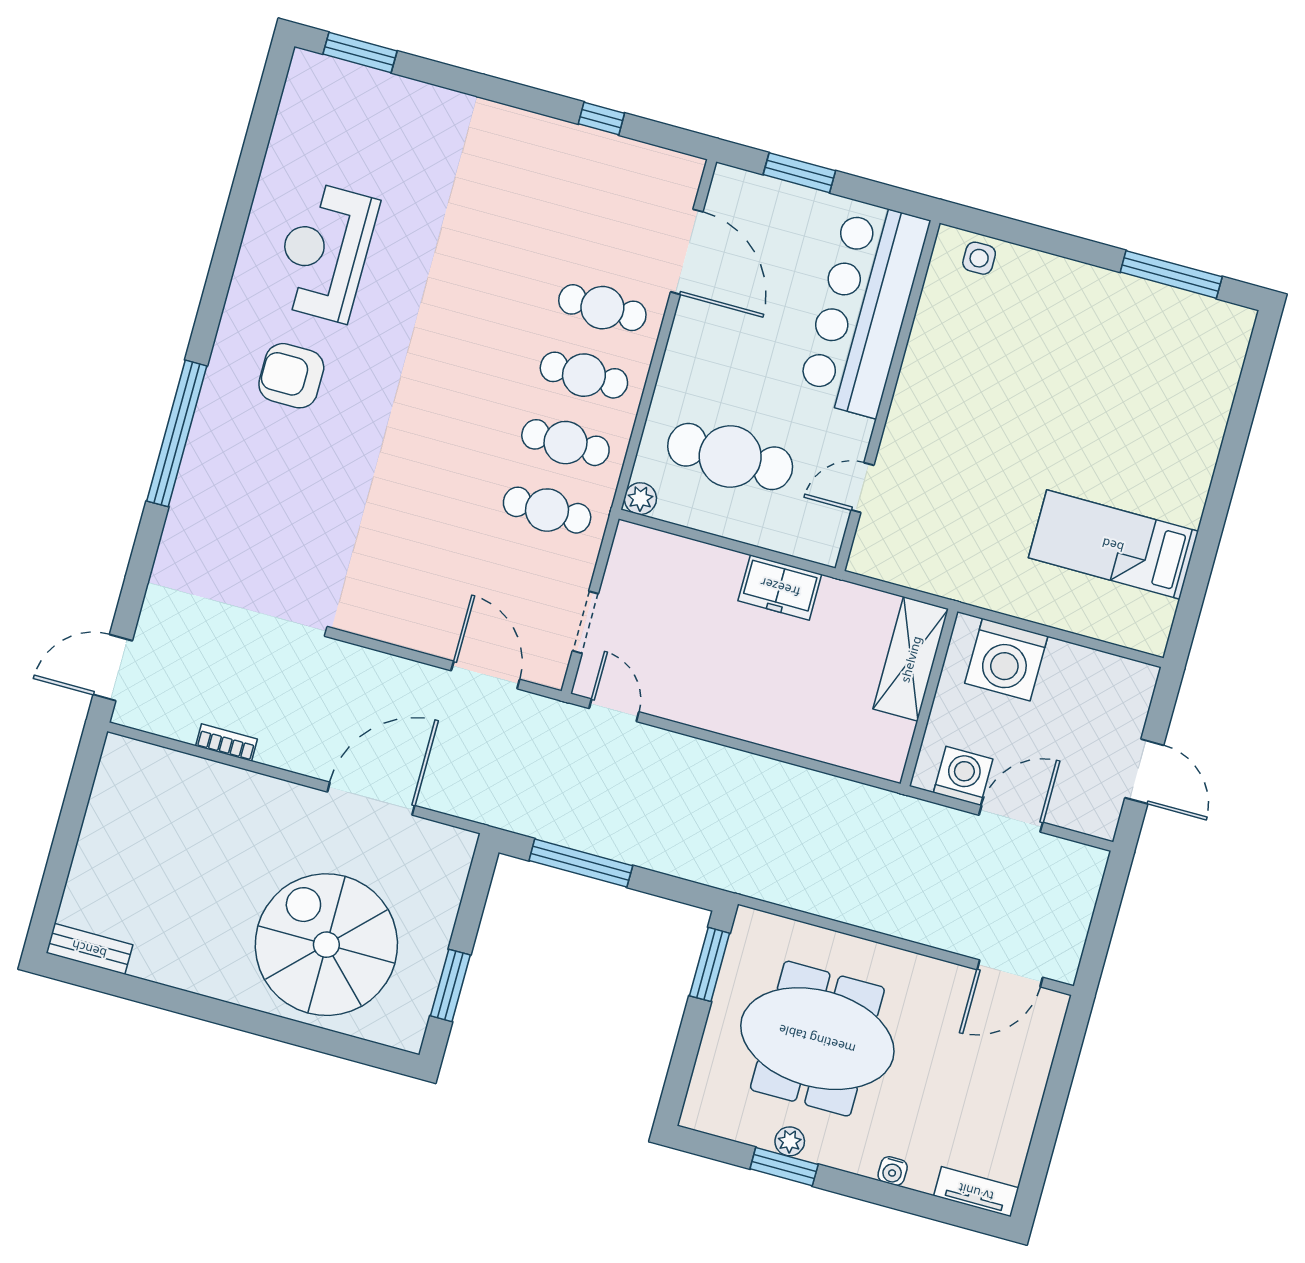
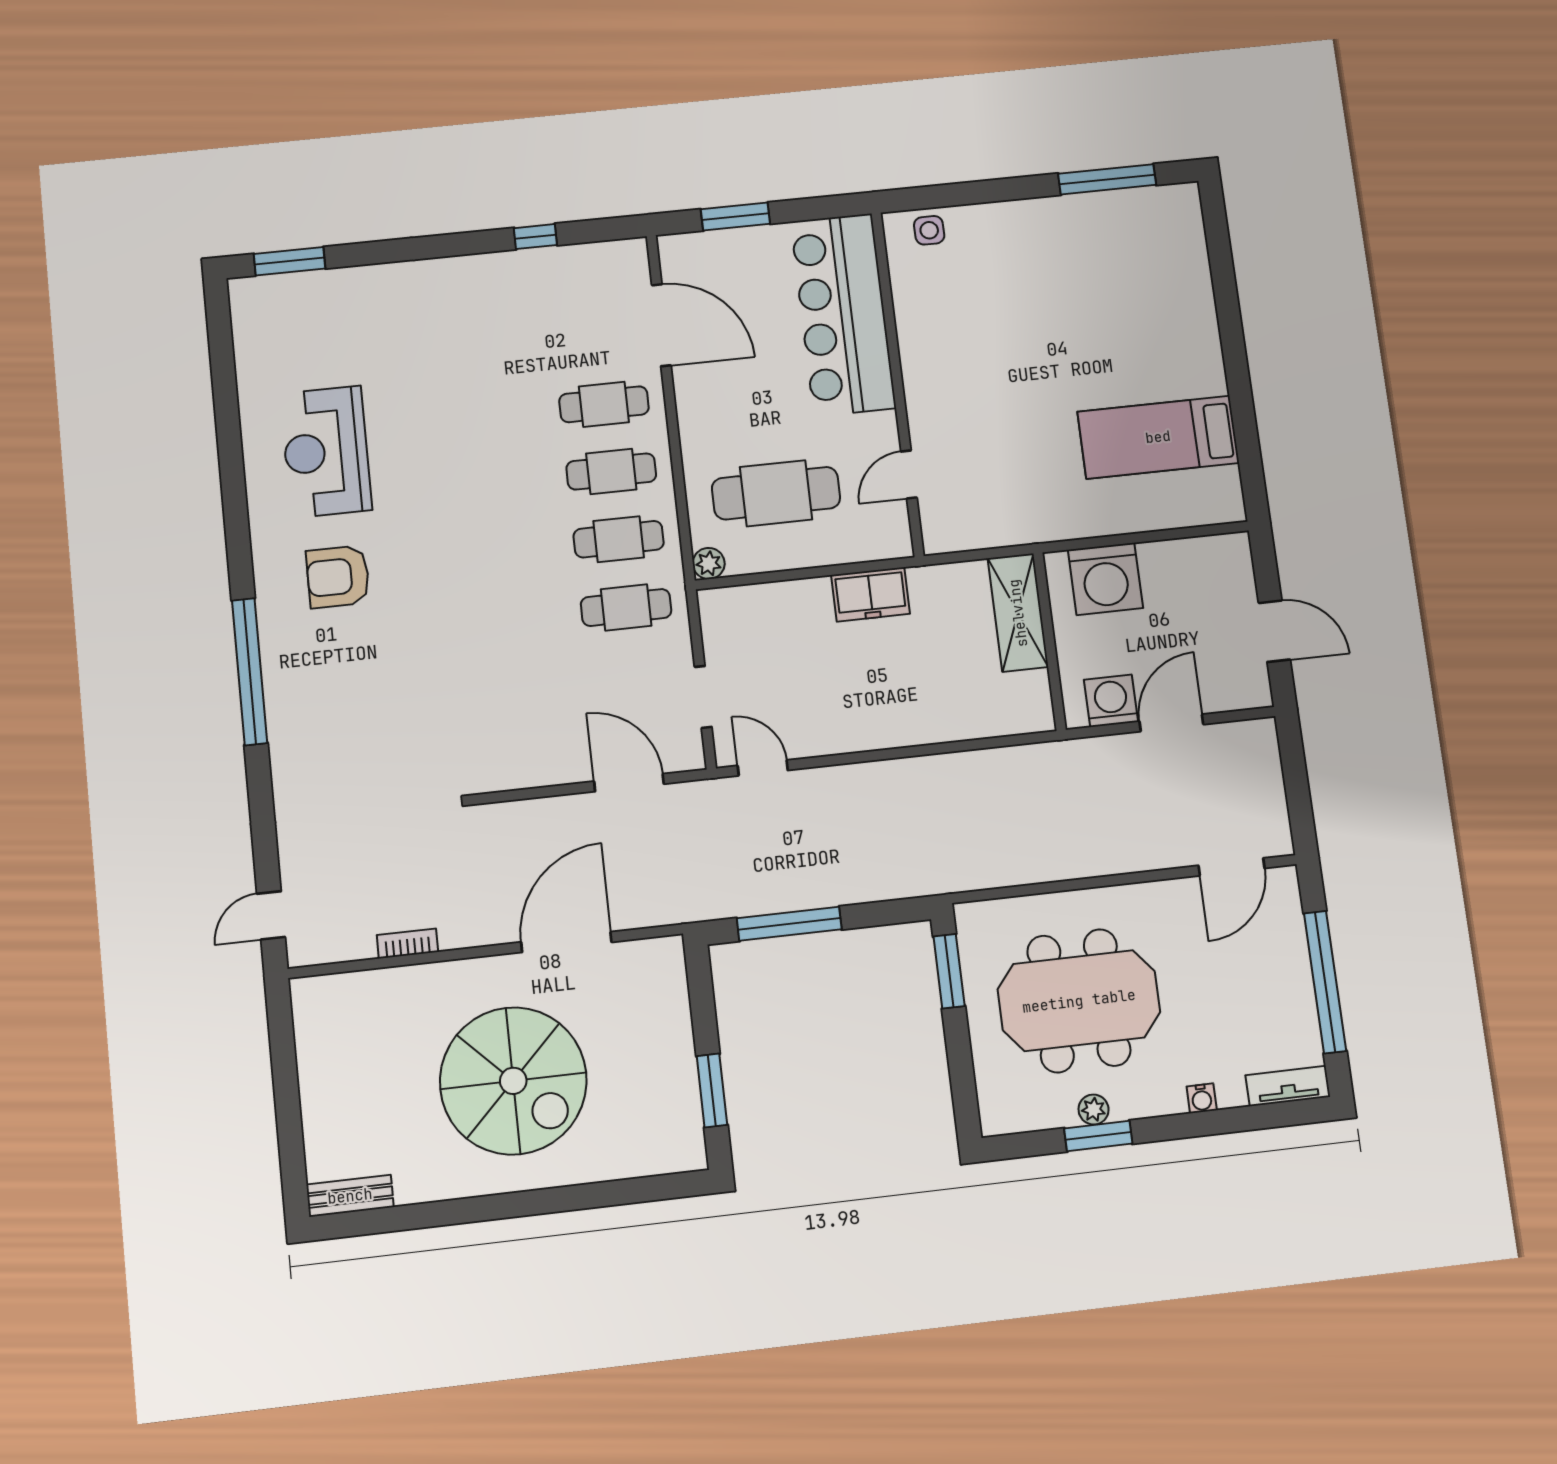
door: (113, 668) -> (271, 915), width x0.73
spiral stairs: (326, 945) -> (513, 1081), moved, turned 180
window: (1051, 1112) -> (1325, 982), added

